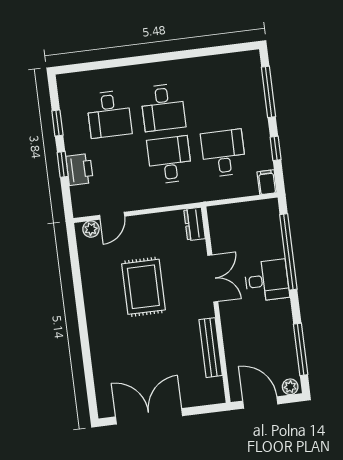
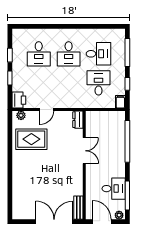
desk: (170, 160) -> (99, 54), moved, turned 90
printer: (80, 169) -> (19, 100), moved
door: (112, 216) -> (47, 110), moved
desk: (267, 280) -> (114, 189), moved
rug: (143, 287) -> (31, 139), moved, turned 90
bench: (211, 348) -> (78, 208), moved, width x0.73
double door: (149, 416) -> (54, 222), moved

